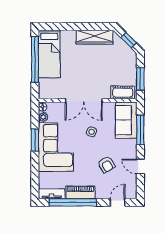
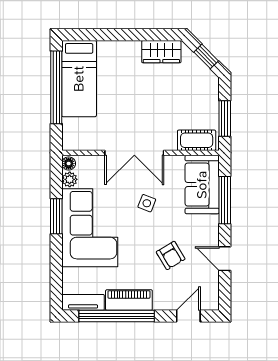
wardrobe: (95, 37) -> (161, 52), width x0.67

